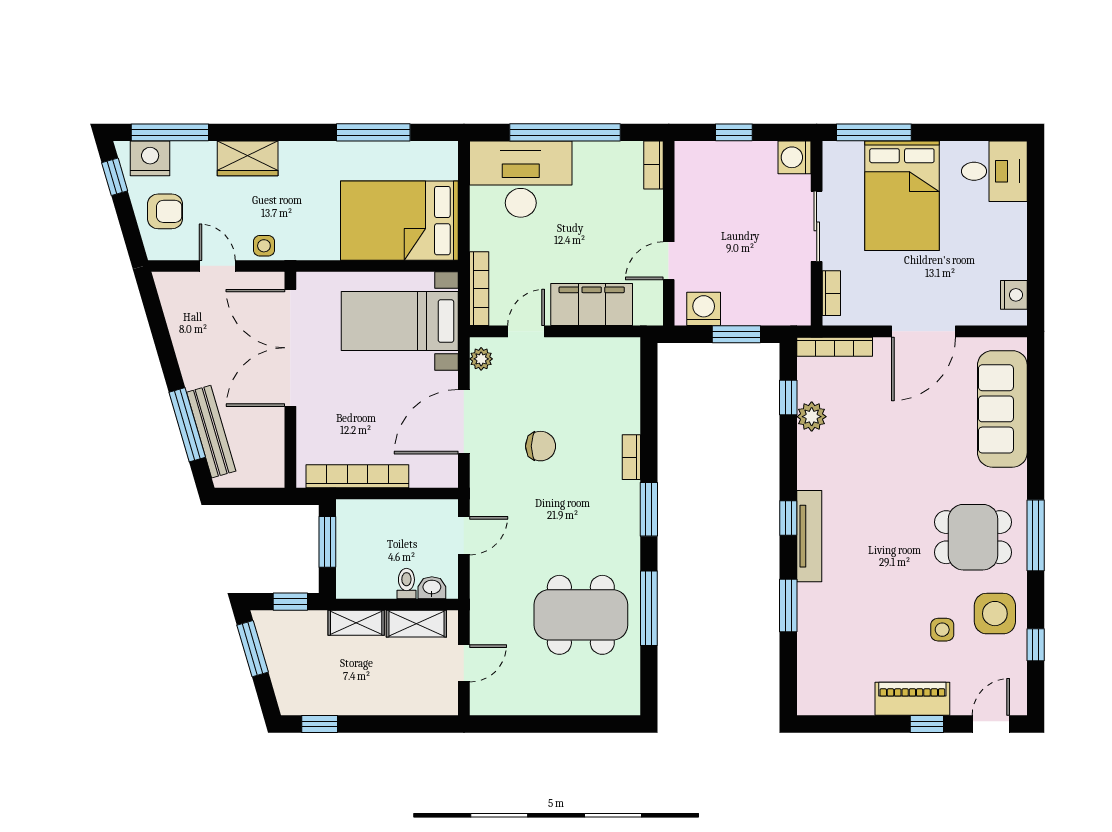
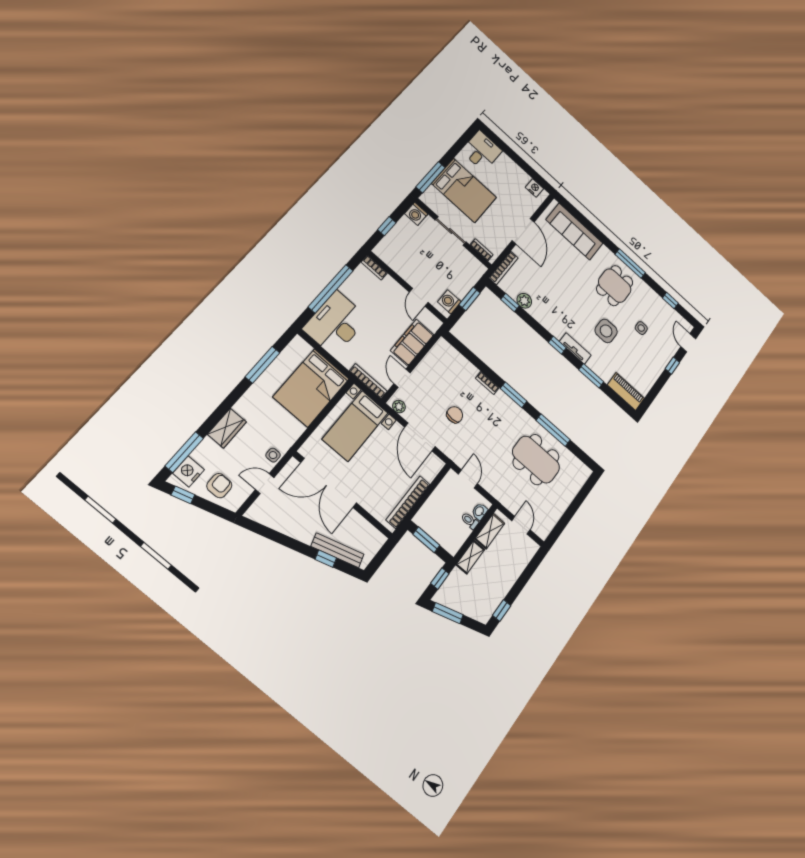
window: (187, 425) -> (326, 559), width x0.46
tv unit: (809, 536) -> (575, 348), width x0.71
side table: (995, 614) -> (606, 331), moved
dining table: (581, 615) -> (536, 460), turned 90
piano: (912, 699) -> (626, 391), moved, turned 90

